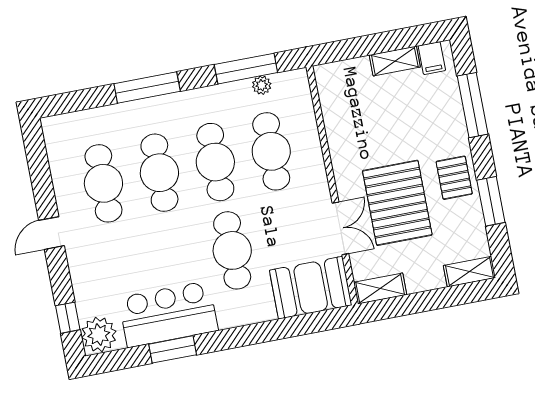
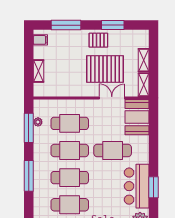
shelving: (395, 61) -> (38, 71), moved
shelving: (469, 272) -> (144, 60), moved

